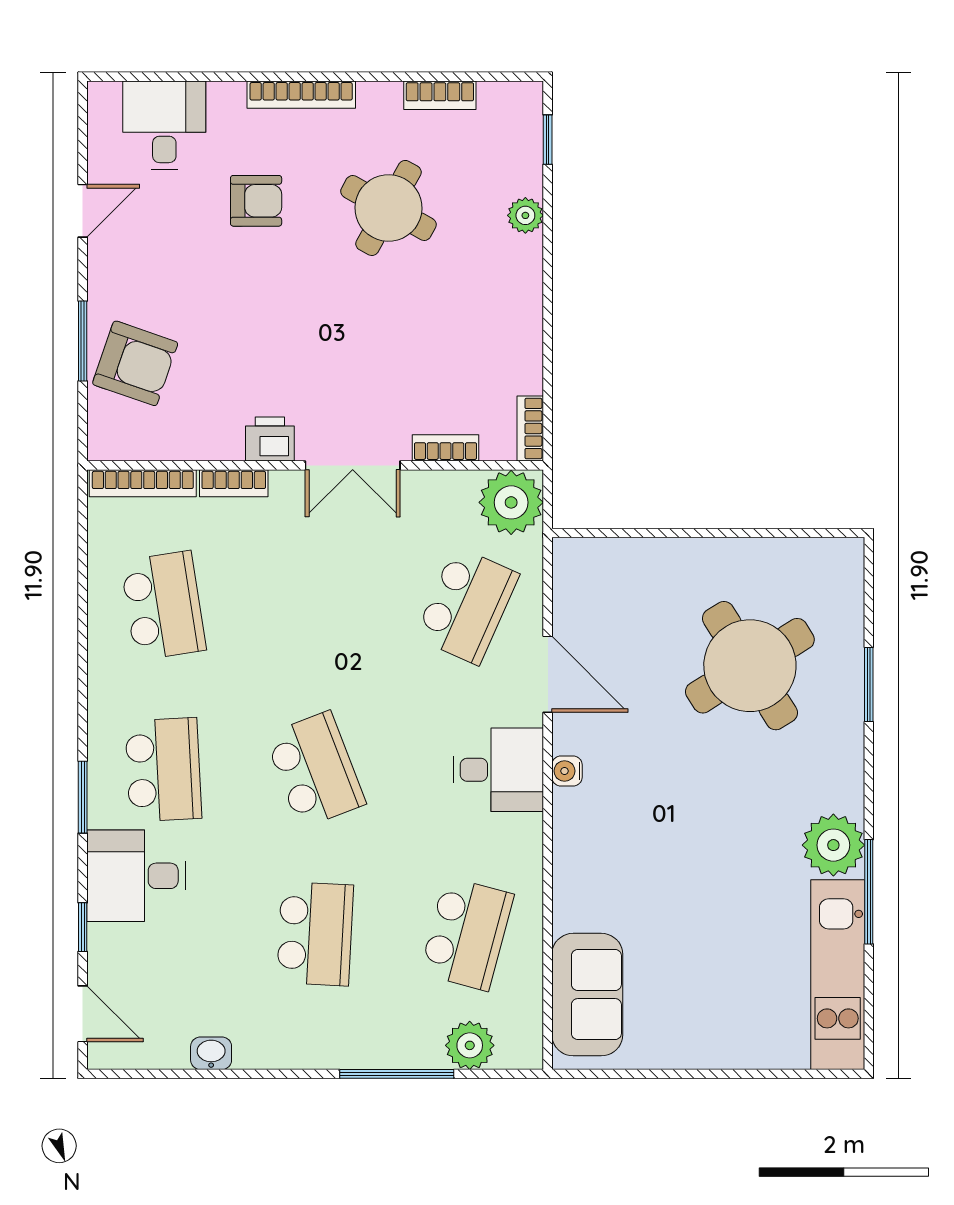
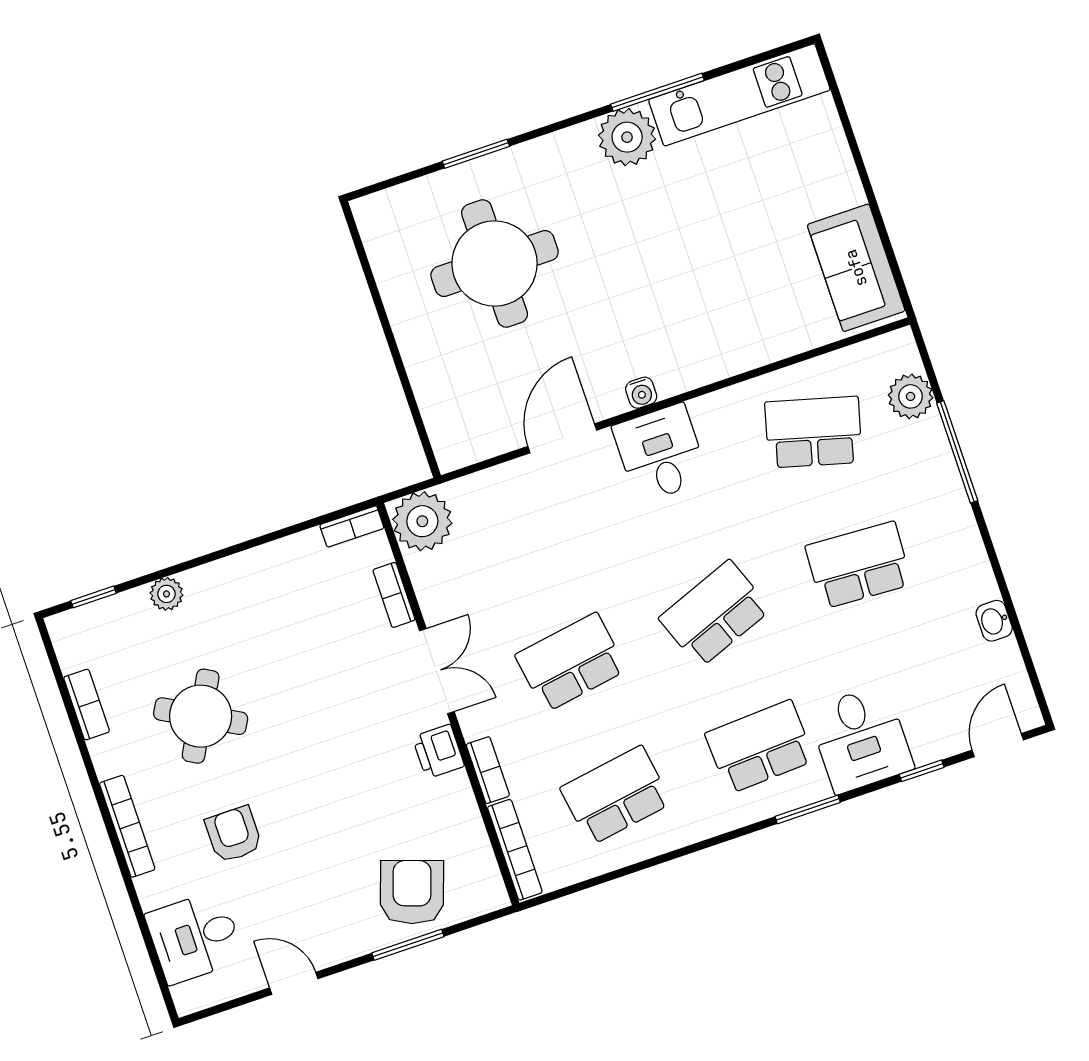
school desk: (467, 606) -> (571, 662), moved, turned -33
round table: (750, 666) -> (495, 264), turned 32
sofa: (587, 995) -> (856, 268), moved, turned -90

